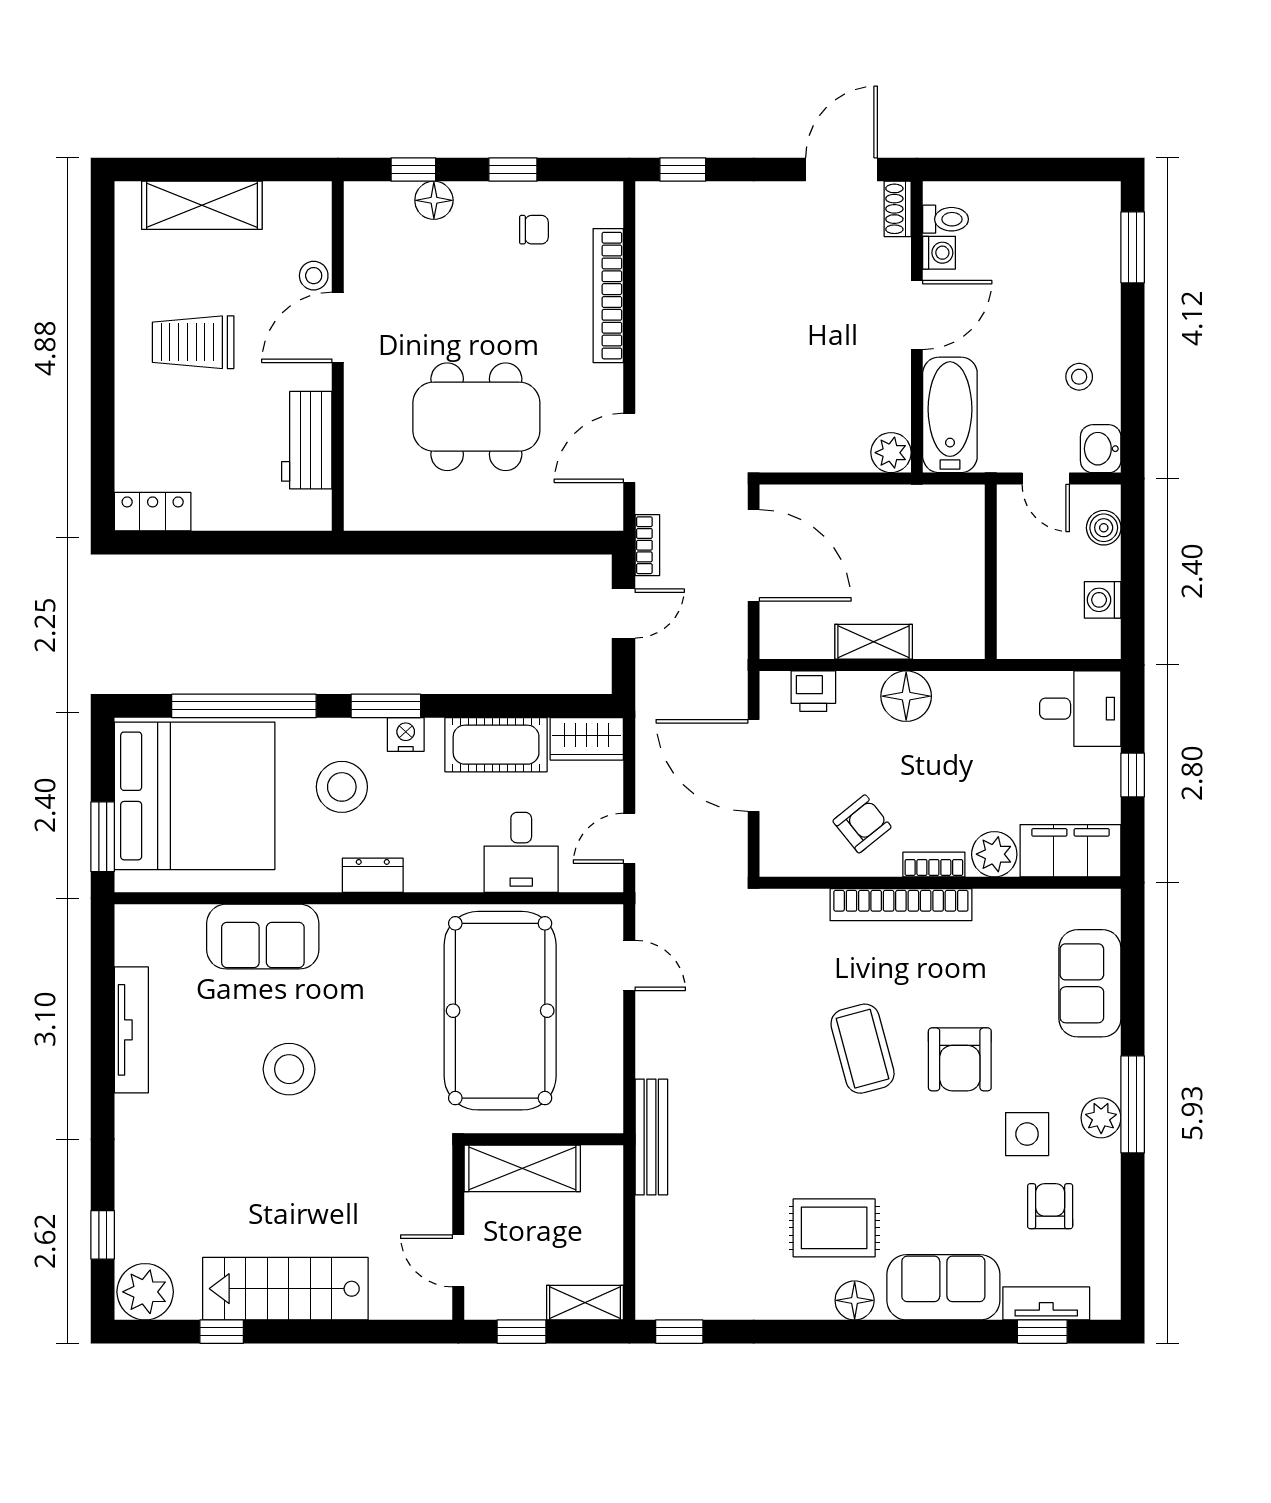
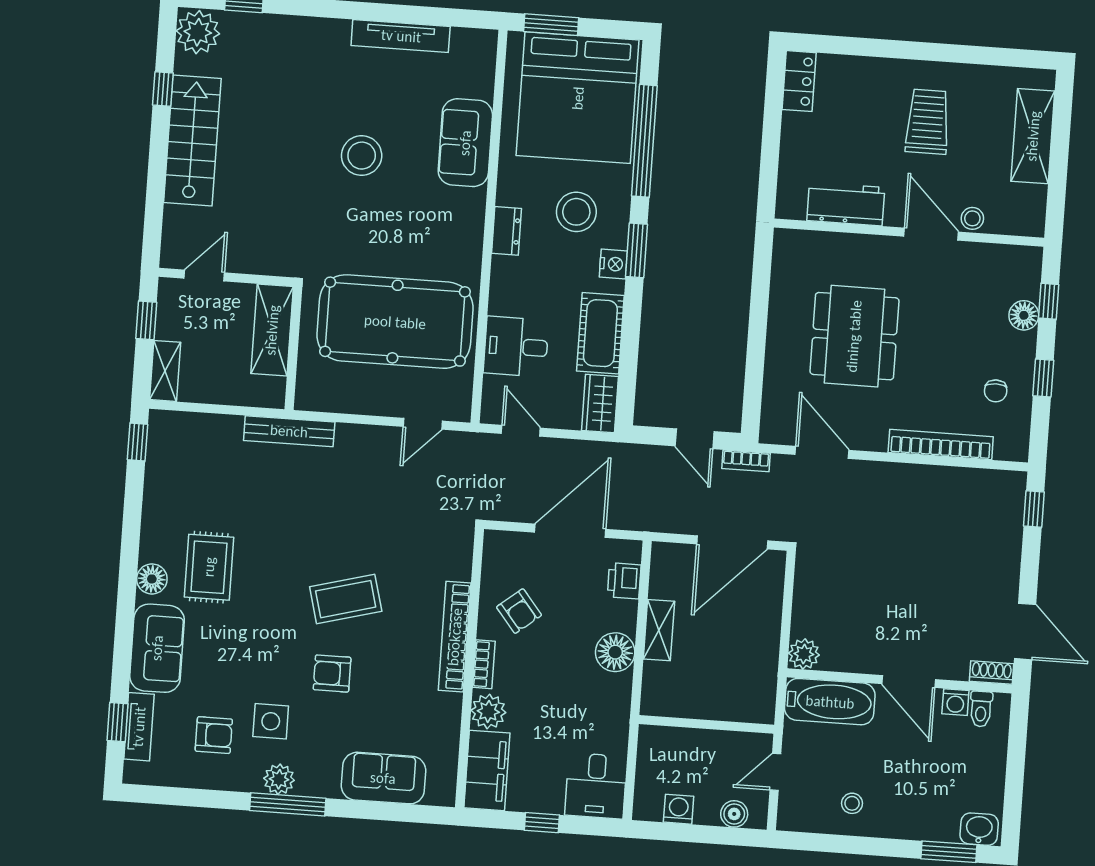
washbasin: (1101, 449) -> (979, 829), moved
armchair: (960, 1059) -> (332, 674), width x0.72, depth x0.72

